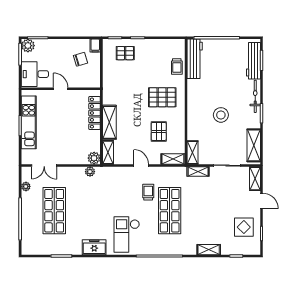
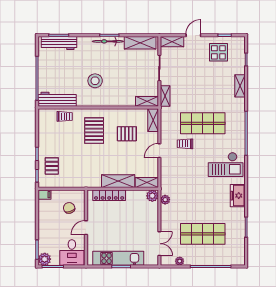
chair: (81, 59) -> (69, 208), moved
bicycle: (255, 96) -> (108, 41), moved
stool: (221, 115) -> (95, 81), moved

